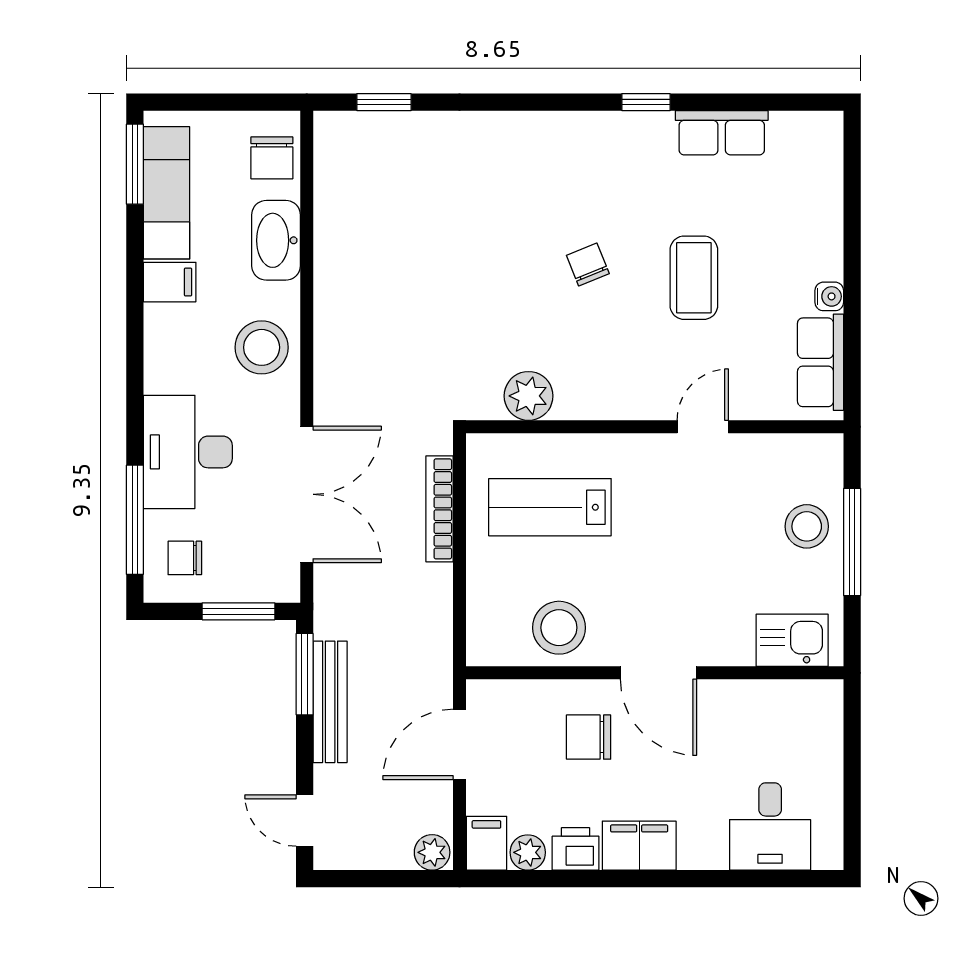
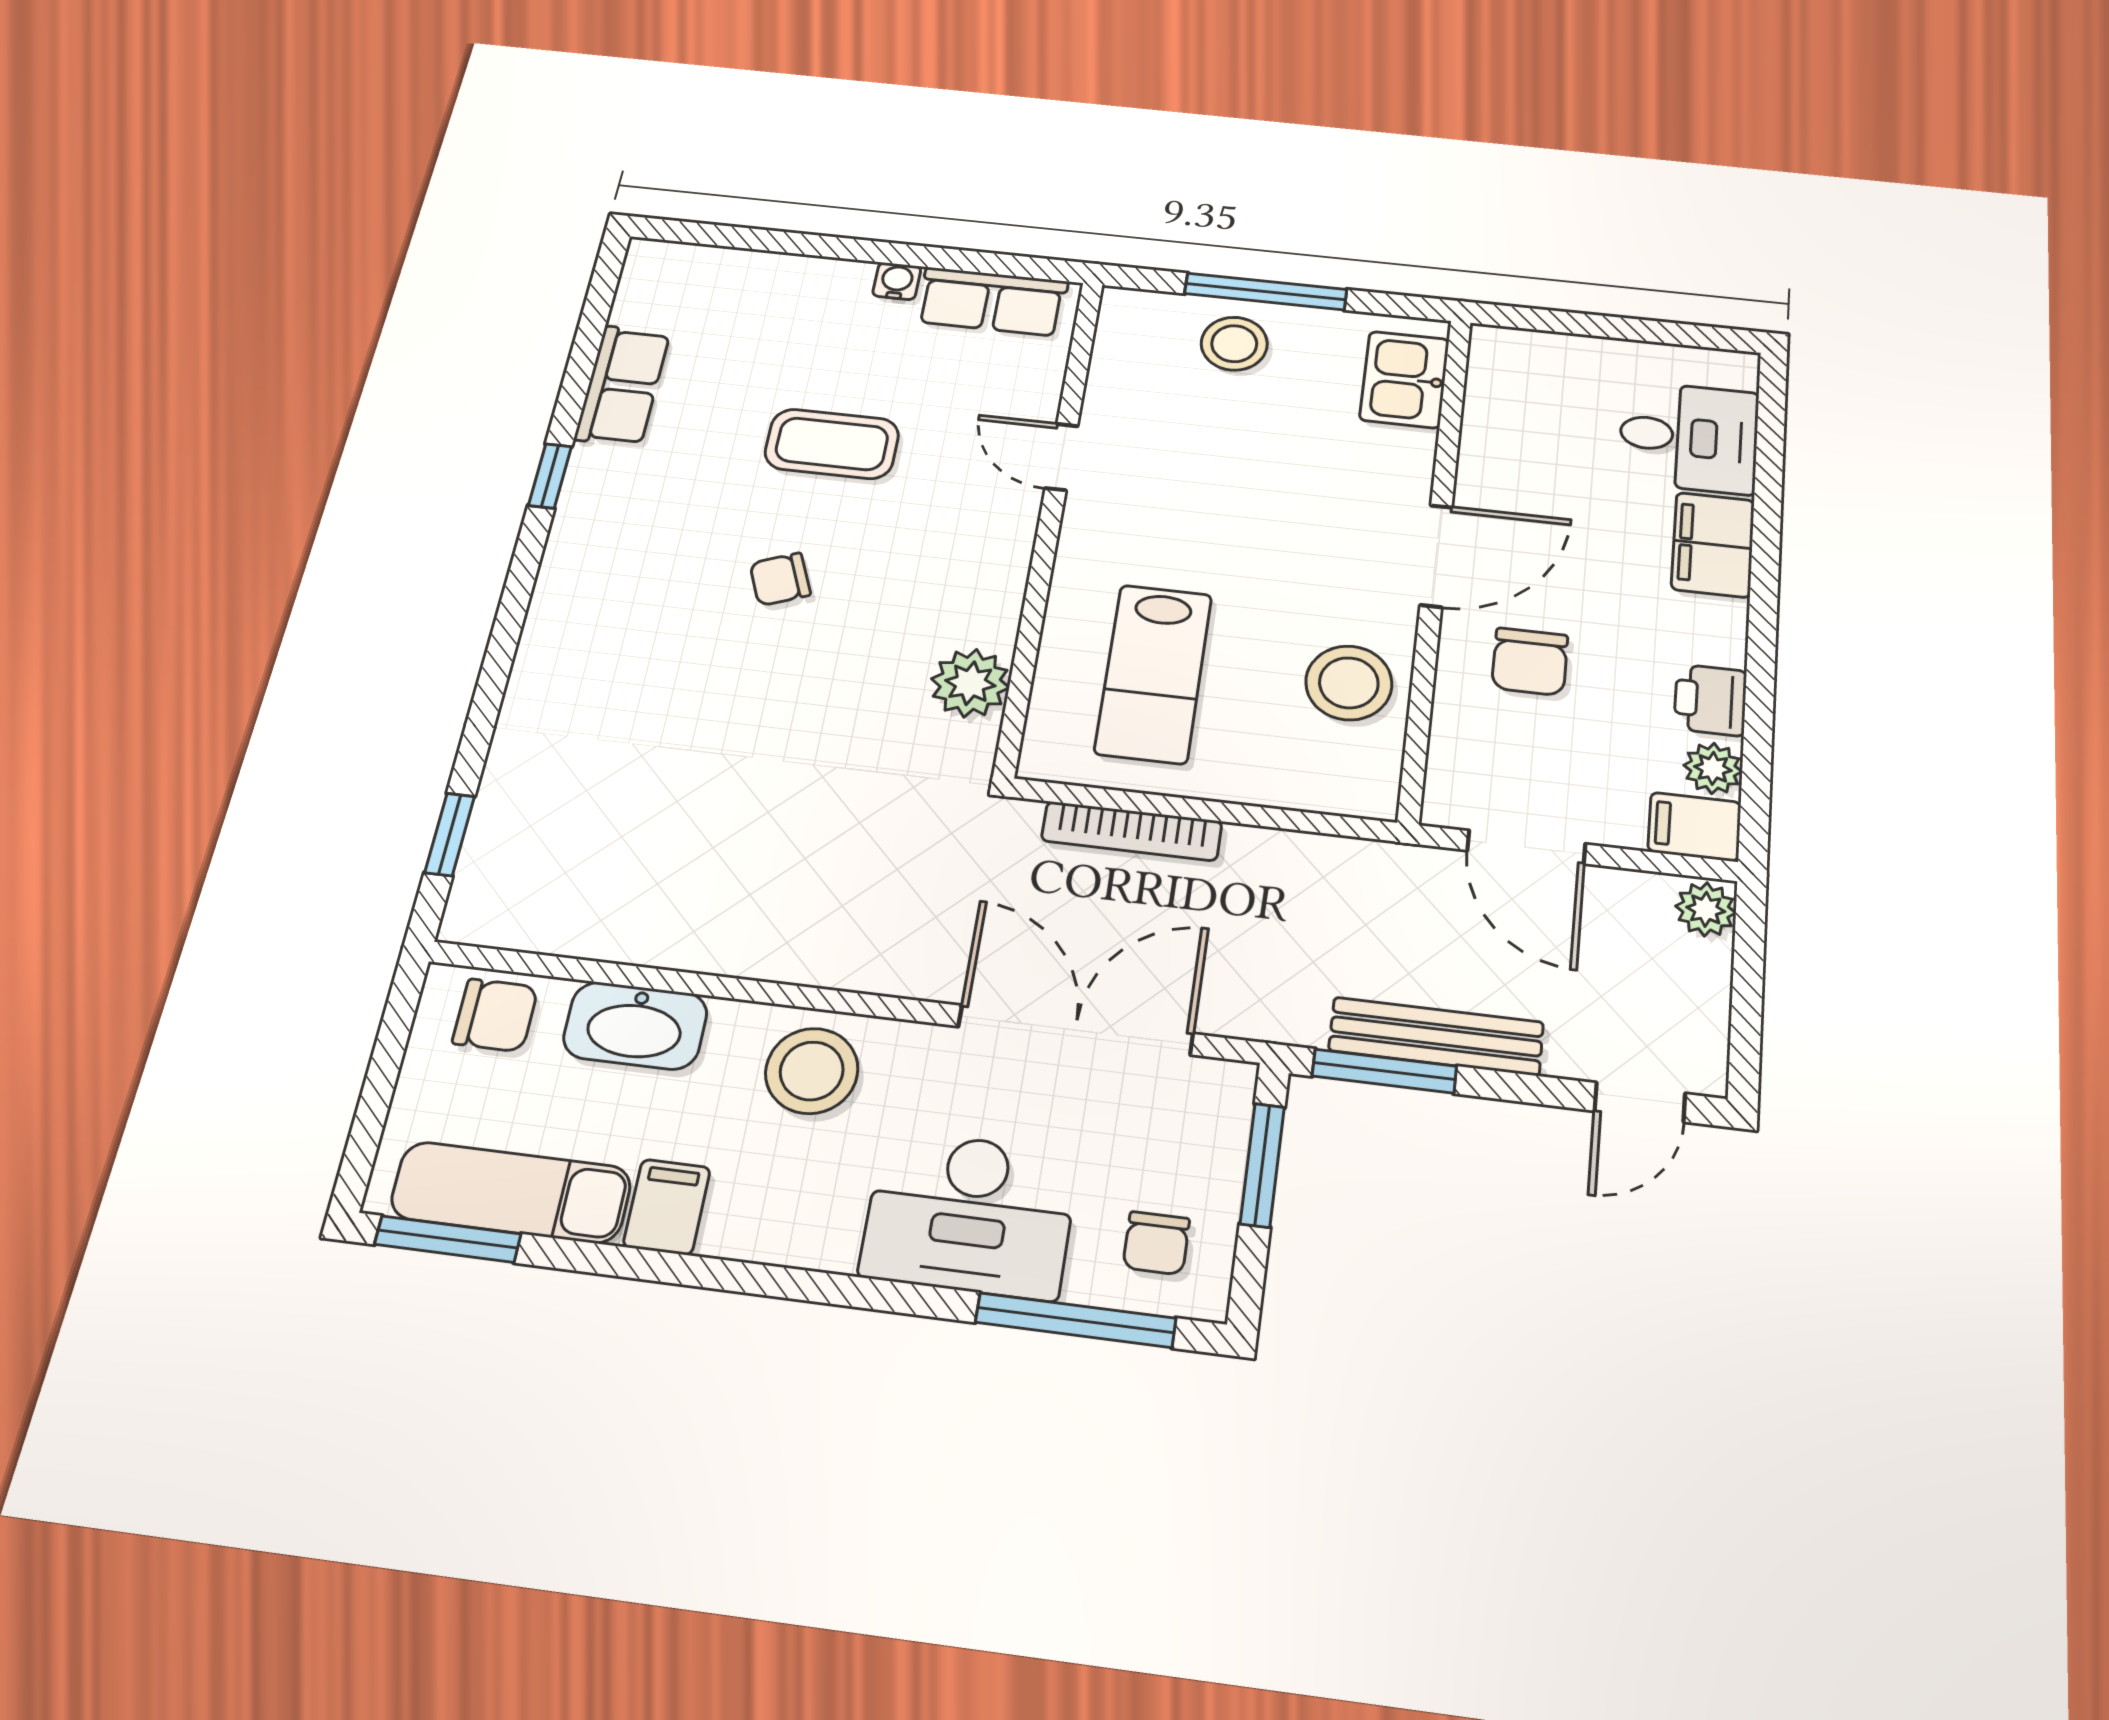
filing cabinet: (639, 846) -> (1713, 545), moved

